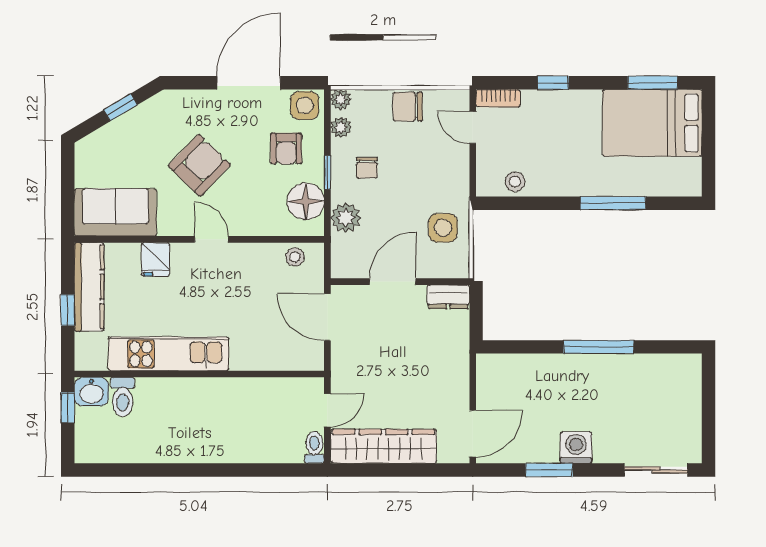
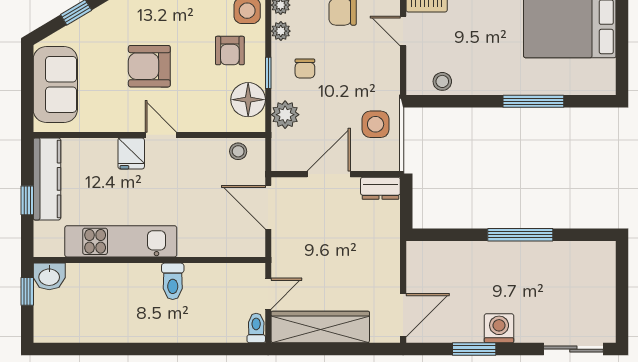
armchair: (199, 165) -> (149, 66), turned -134
sofa: (115, 212) -> (55, 84), moved, turned 90
fridge: (156, 259) -> (131, 153), moved
toilet: (123, 397) -> (173, 281), moved

